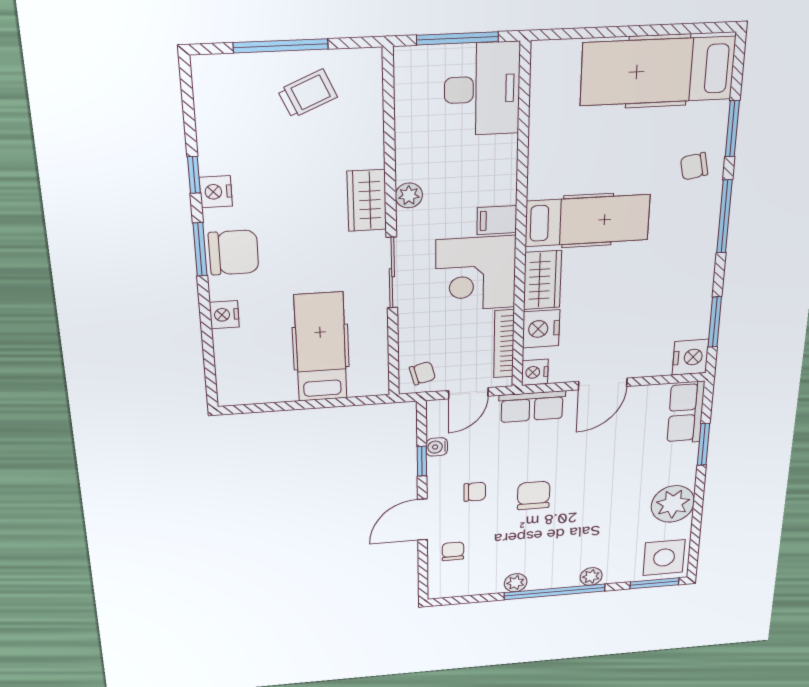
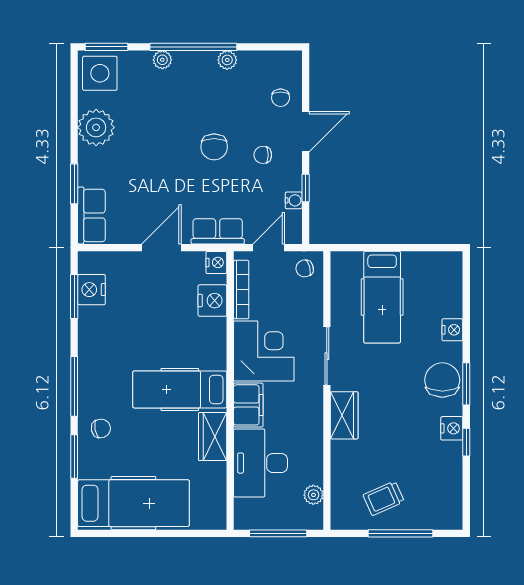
desk: (482, 89) -> (260, 463), moved
plant: (409, 195) -> (313, 495), moved
filing cabinet: (497, 220) -> (248, 405), width x2.00
chair: (234, 253) -> (442, 380), turned 90
wardrobe: (542, 280) -> (213, 437), moved
nightstand: (690, 357) -> (91, 290), moved

